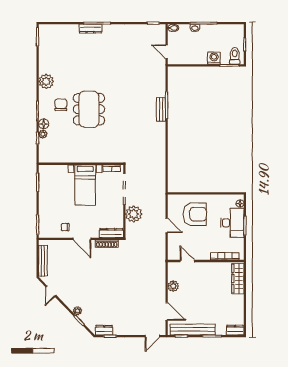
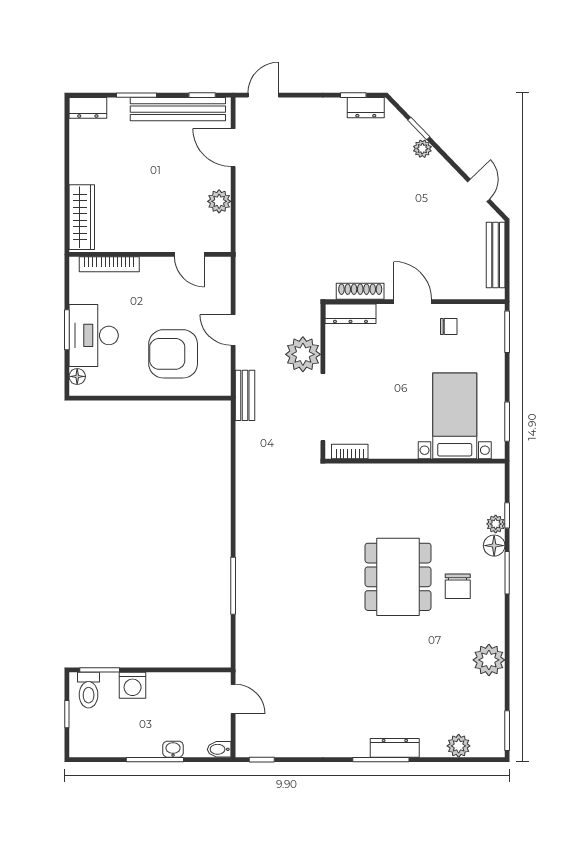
plant: (60, 30) -> (459, 746), added
plant: (46, 81) -> (489, 660), moved
bench: (161, 110) -> (245, 395), moved
bed with nightstands: (85, 185) -> (455, 416), moved

